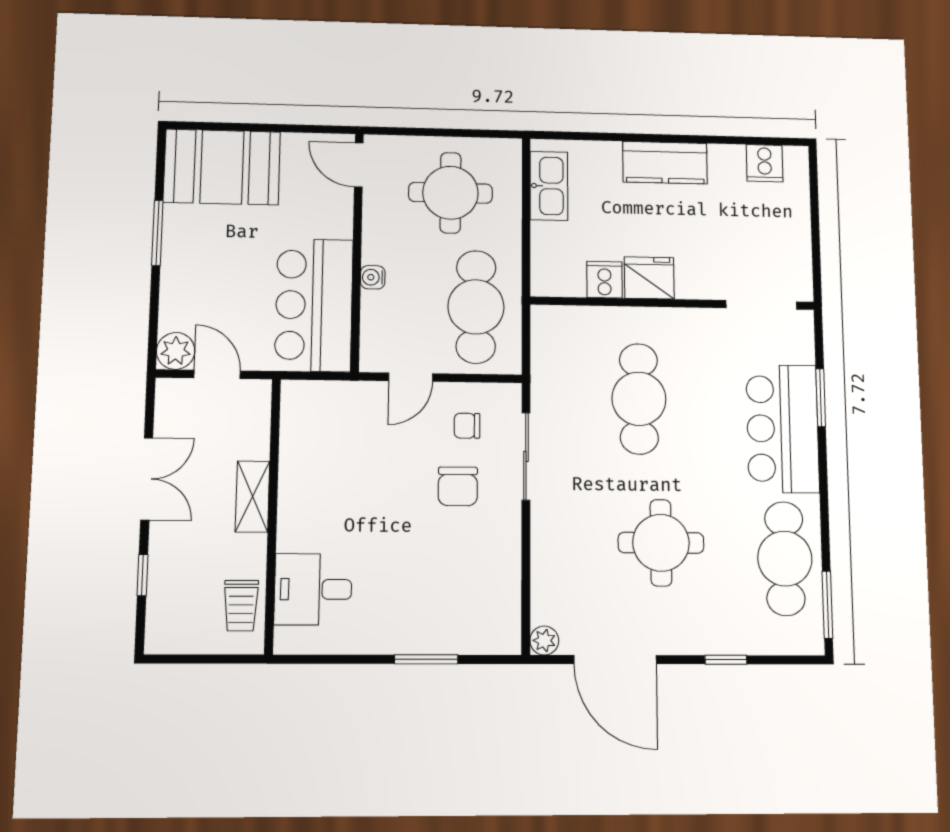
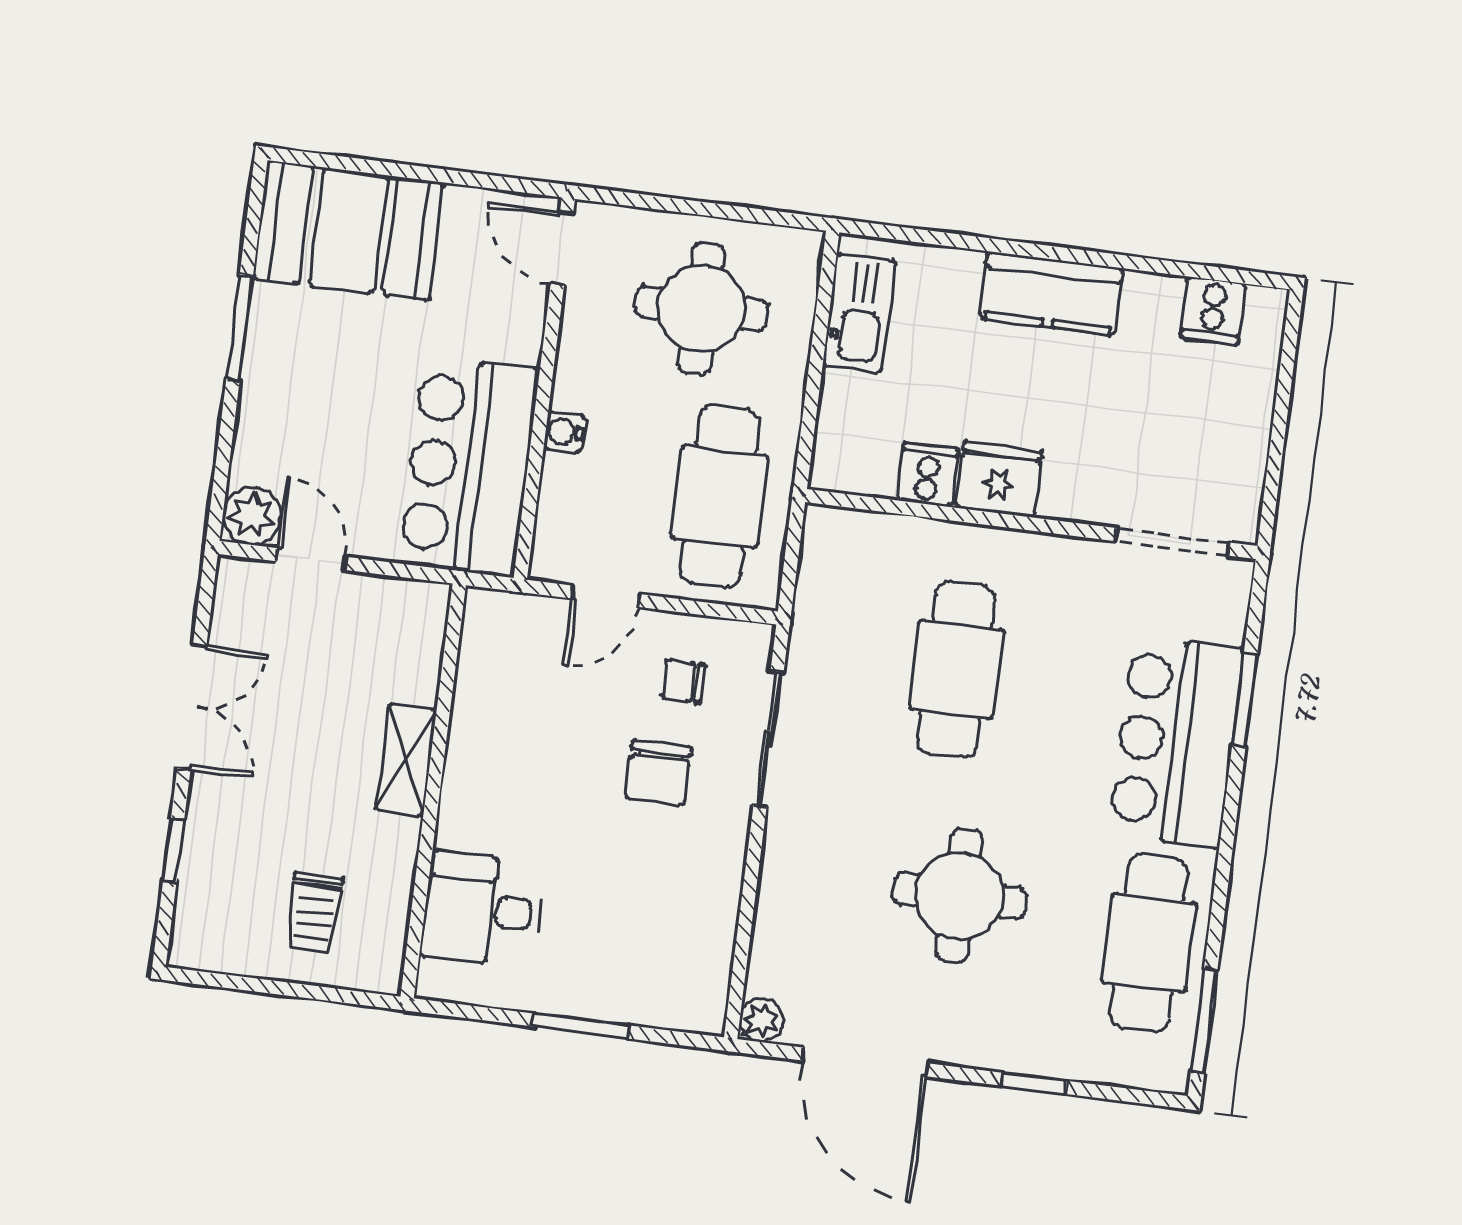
shelving: (253, 497) -> (406, 760), moved
wall: (272, 515) -> (433, 791), moved
desk: (313, 589) -> (483, 909), moved

